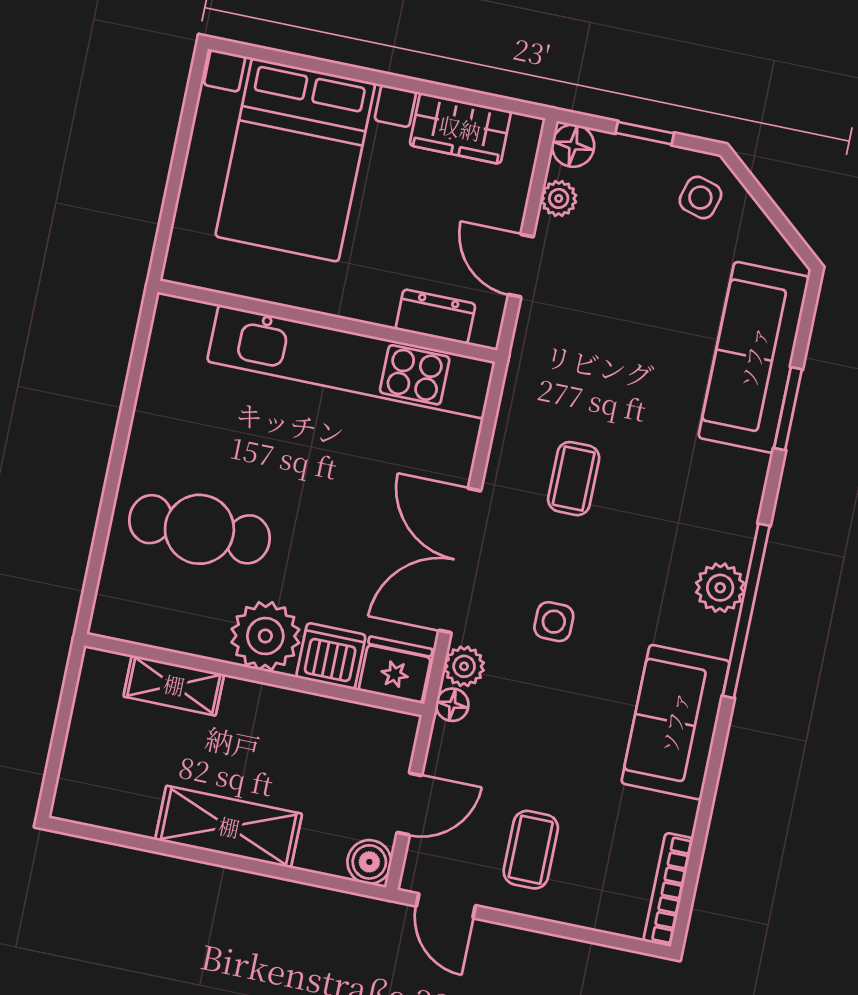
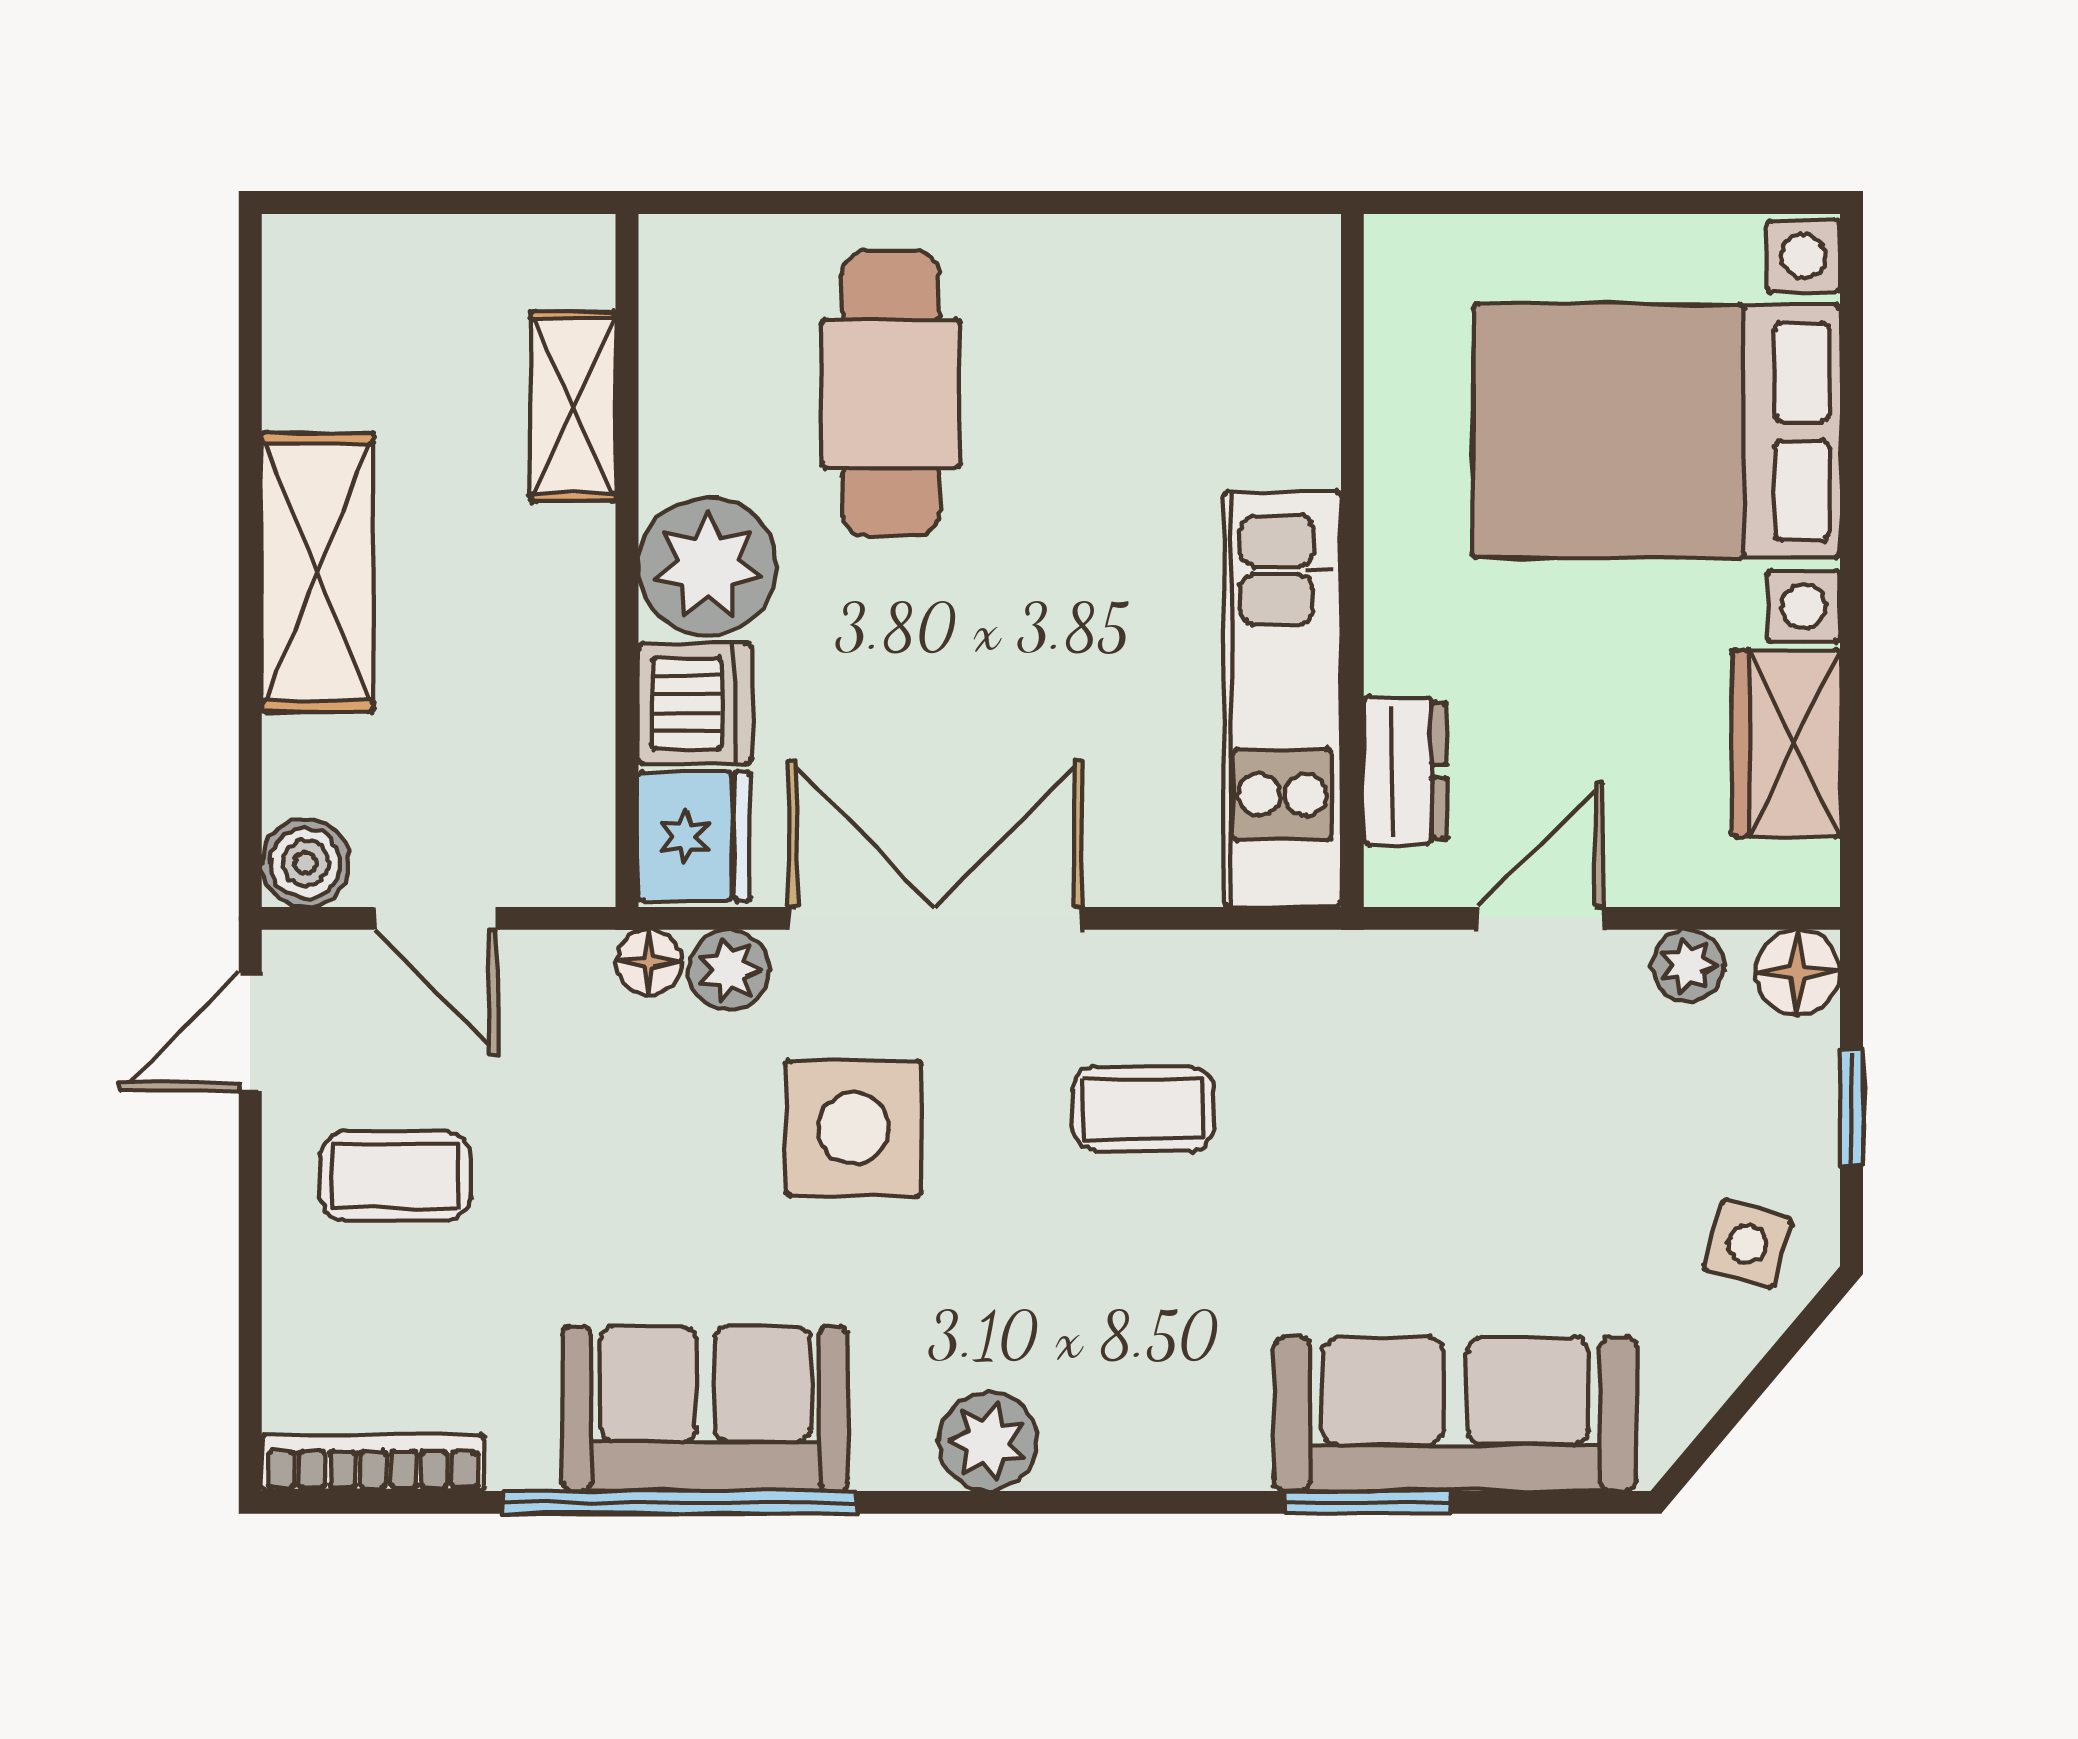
kitchen unit: (351, 362) -> (1282, 699), width x0.73
window: (746, 611) -> (679, 1502), moved
side table: (554, 622) -> (853, 1128), width x1.87, depth x1.87

